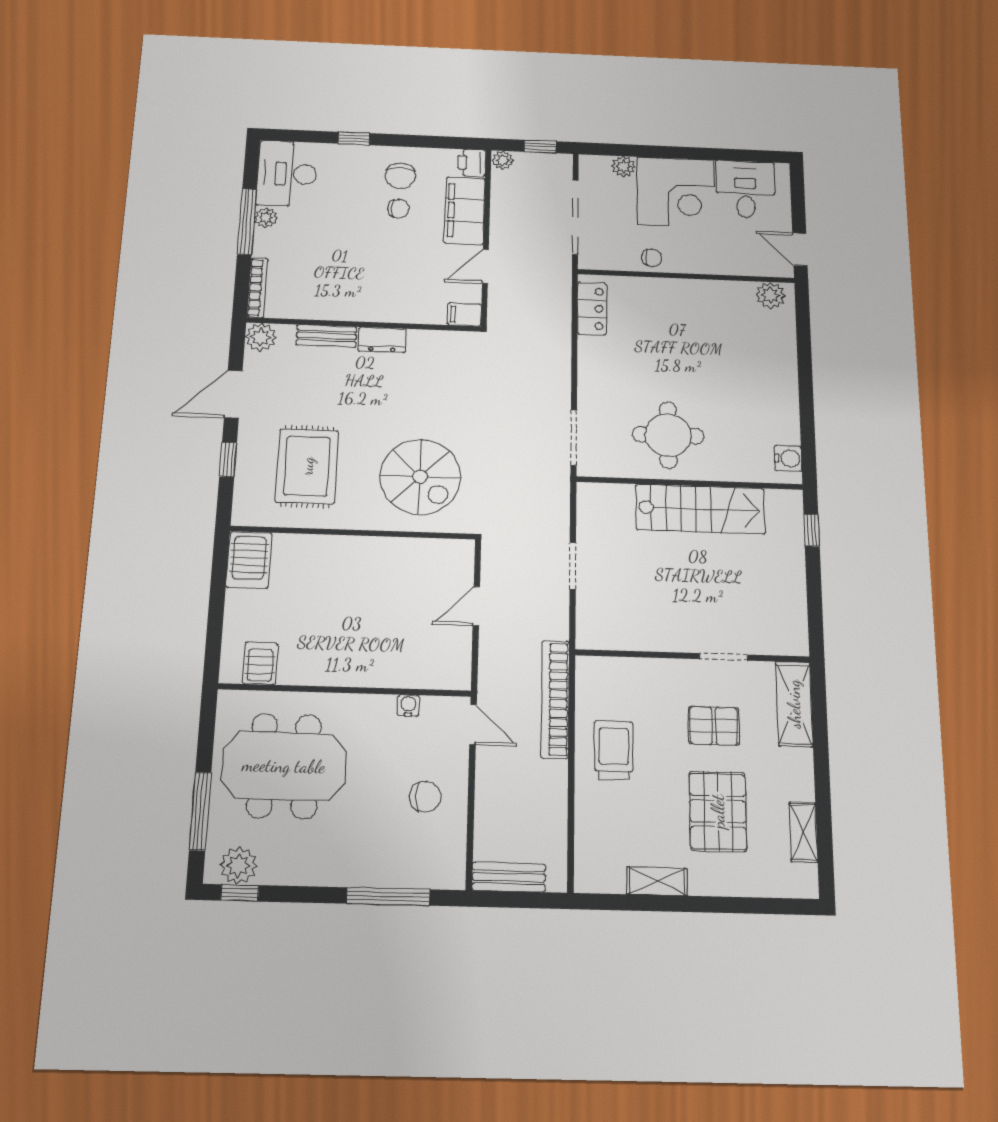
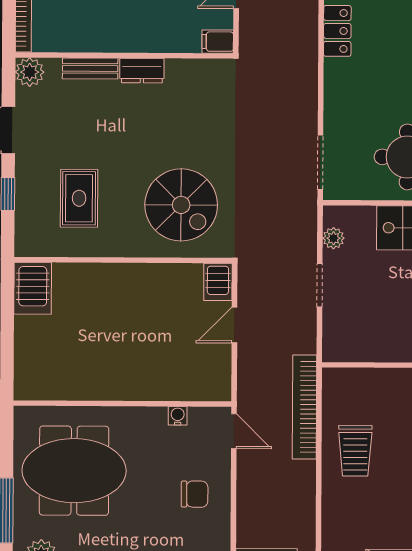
rug: (307, 466) -> (79, 198), width x0.73, depth x0.70
plant: (588, 516) -> (333, 238), added
server rack: (260, 663) -> (218, 282), moved, turned 180
trolley: (614, 750) -> (355, 451), turned 180

